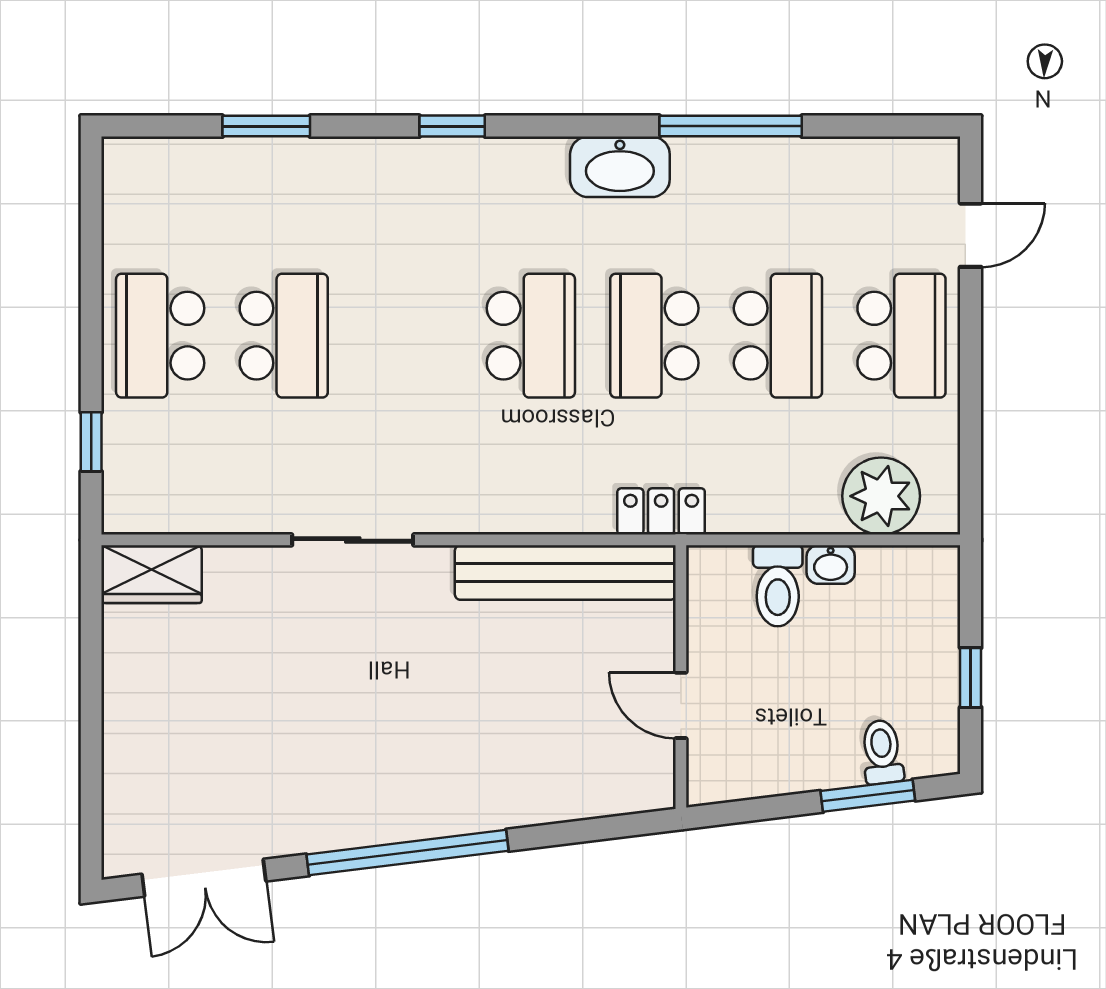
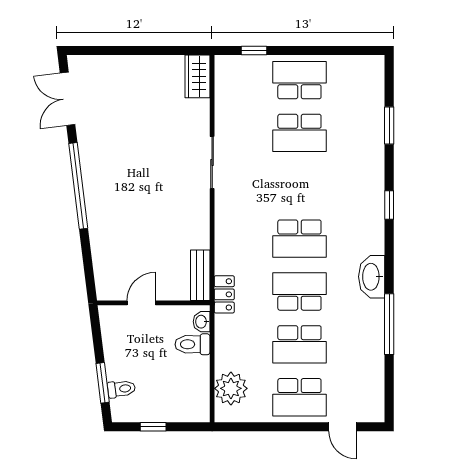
washbasin: (831, 564) -> (202, 322), moved
bench: (565, 573) -> (200, 275), width x0.54, depth x0.82

